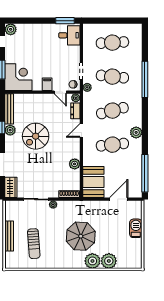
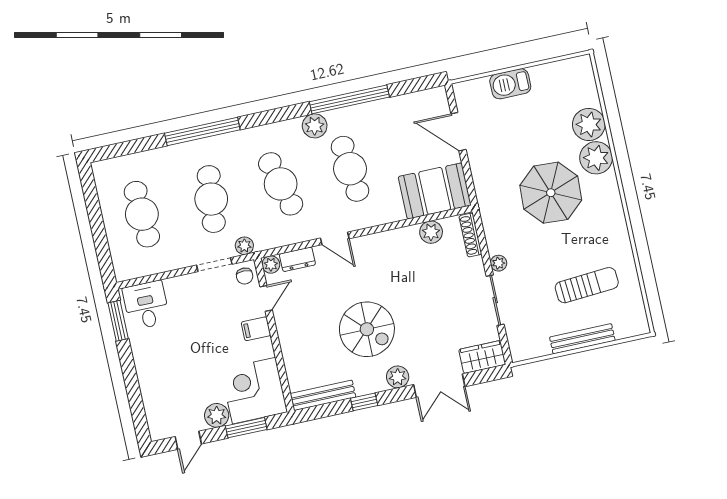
plant: (11, 29) -> (217, 415), moved
plant: (10, 130) -> (398, 377), moved
plant: (75, 164) -> (431, 232), moved
window: (145, 173) -> (349, 99), moved

